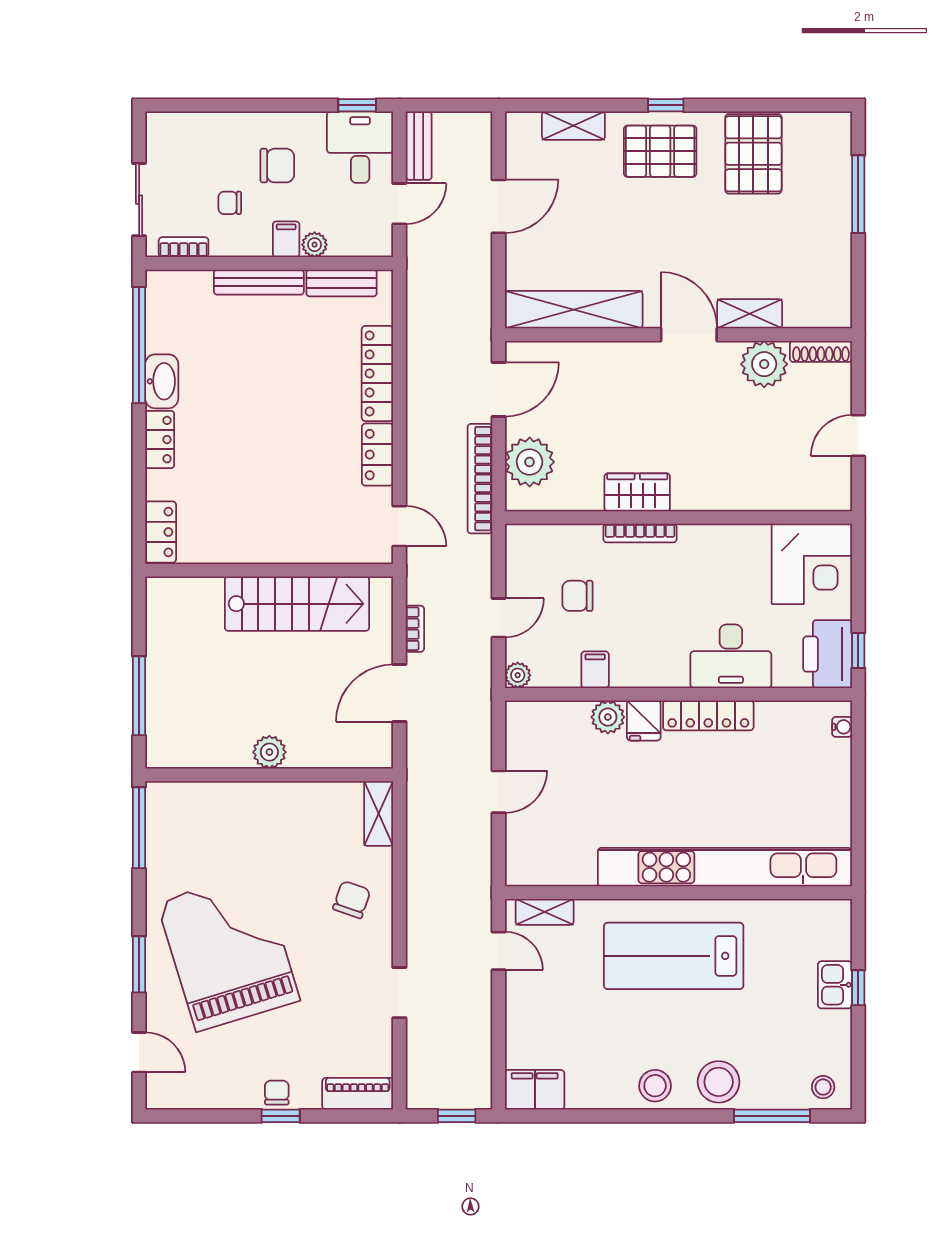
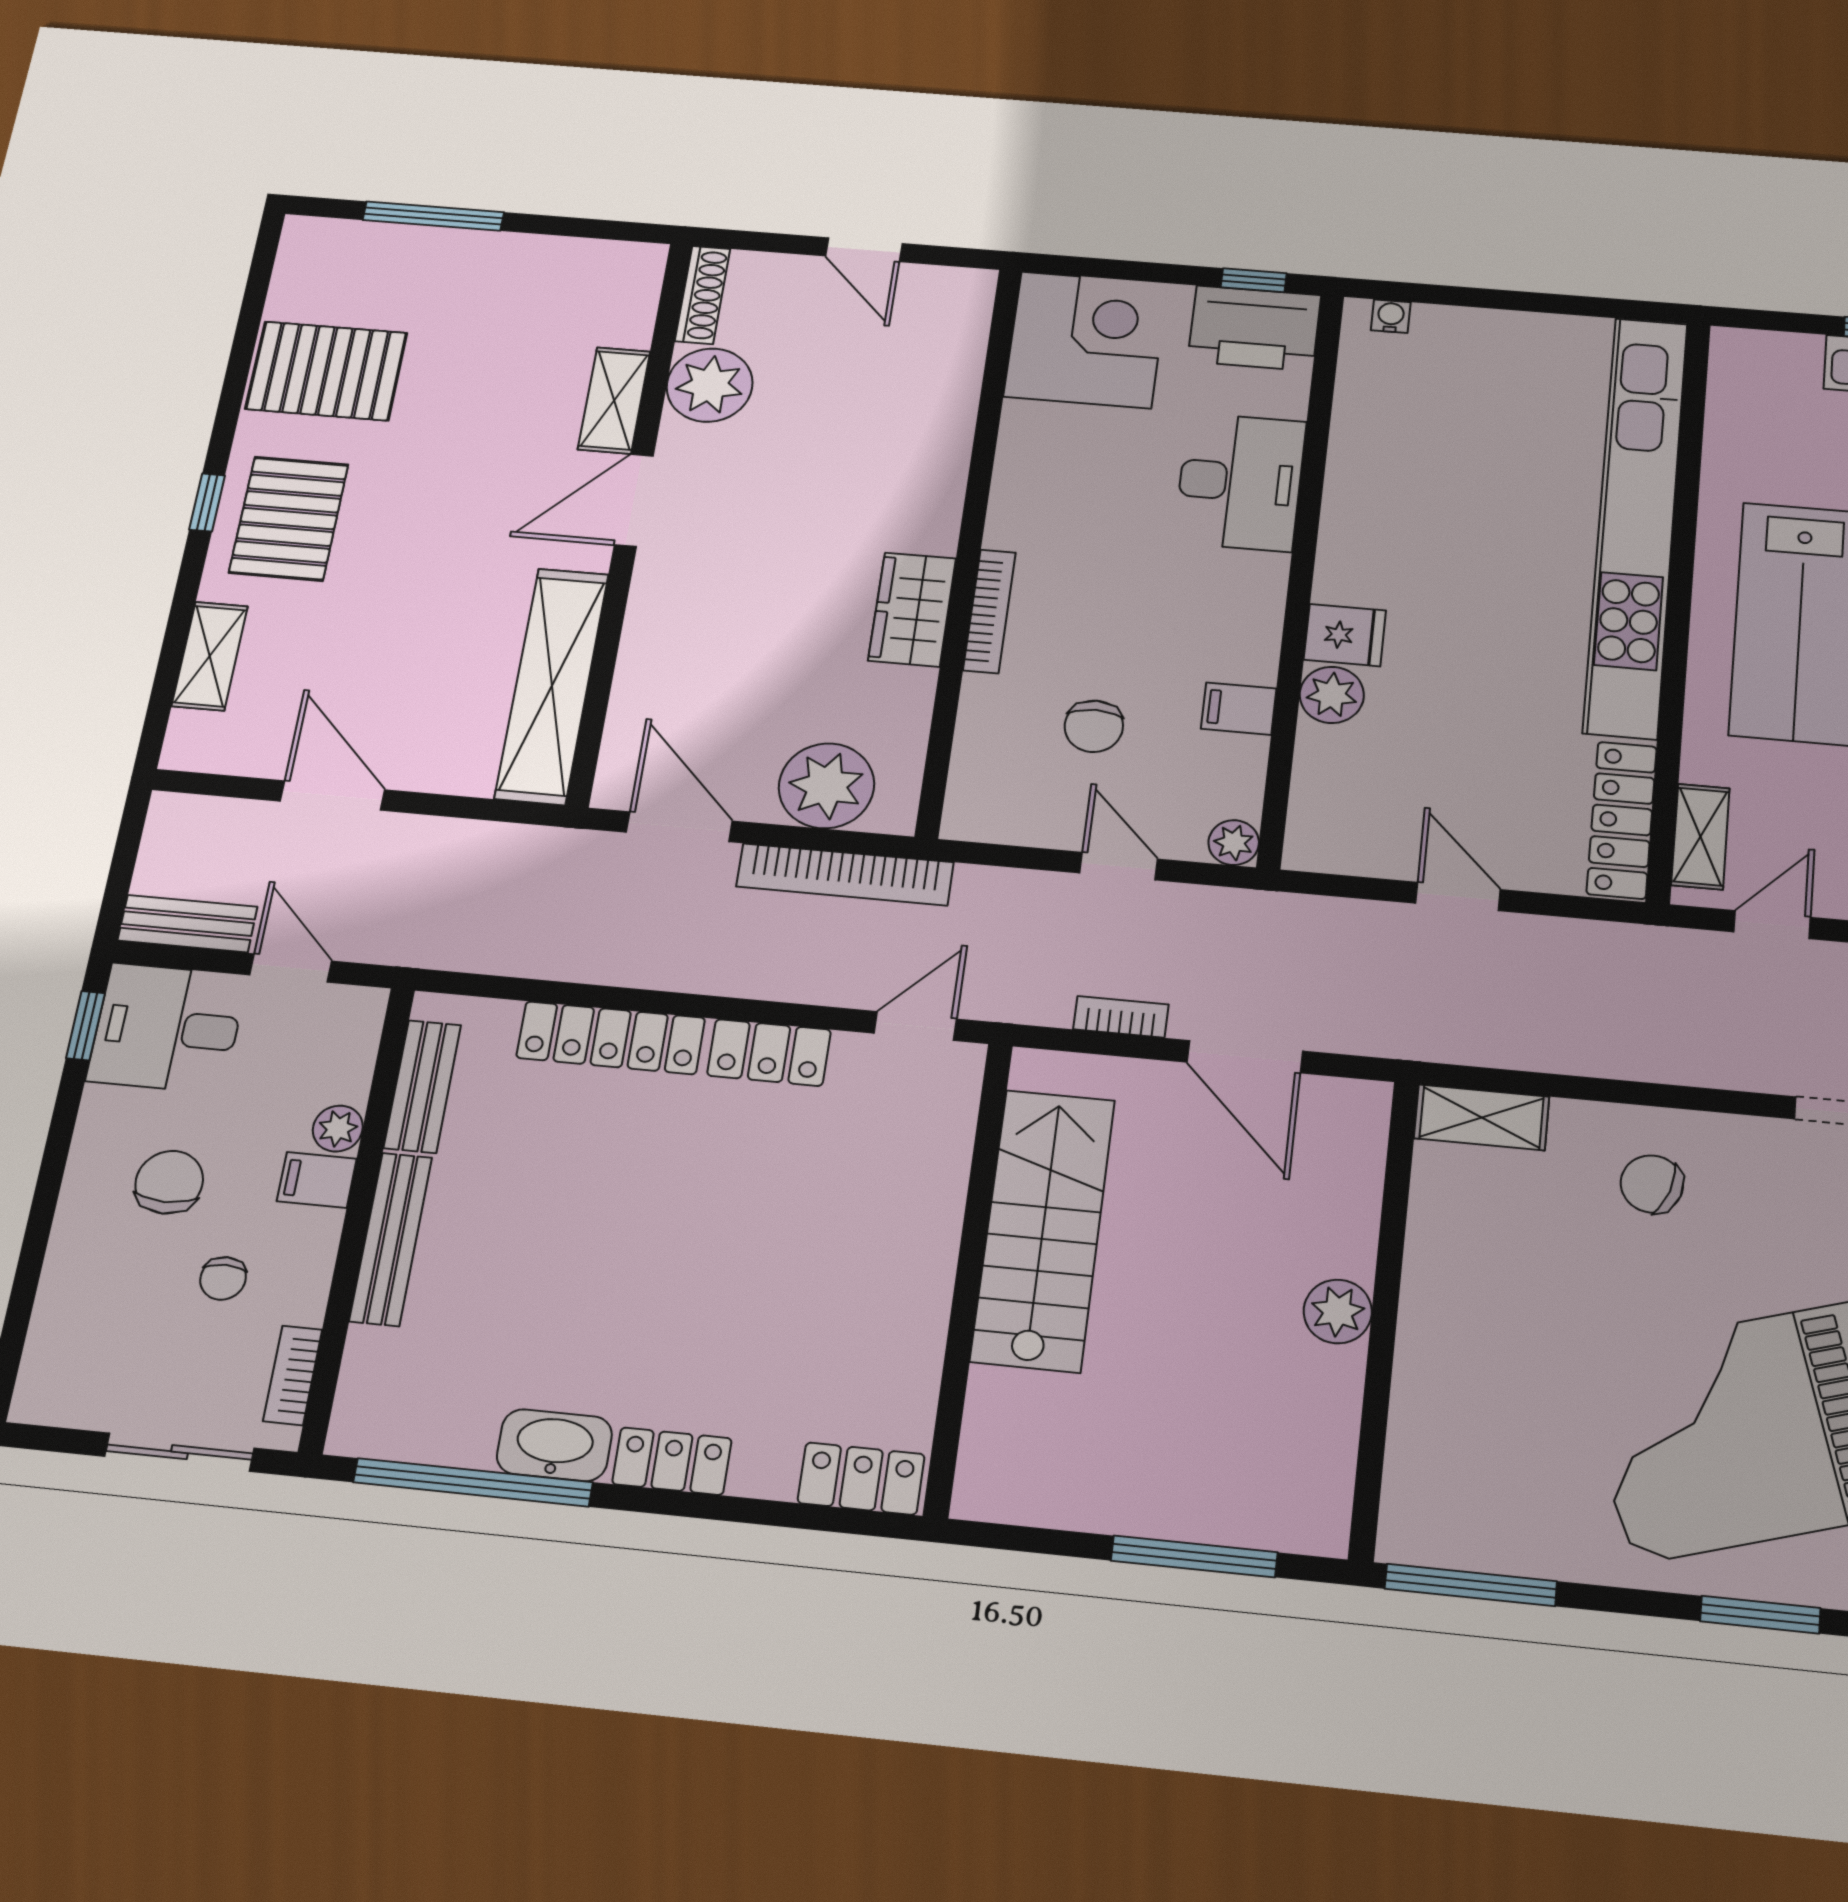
locker: (708, 715) -> (1622, 820), moved, turned 180

